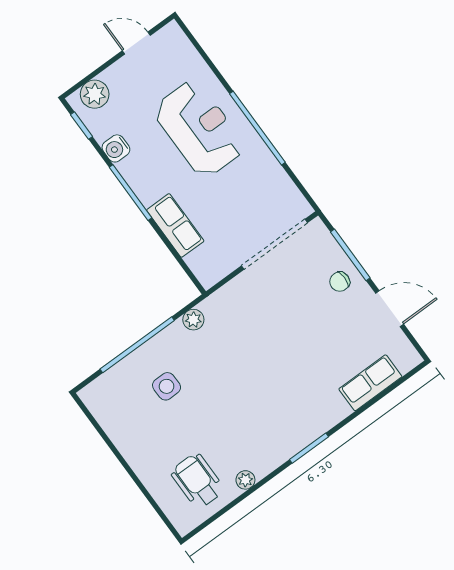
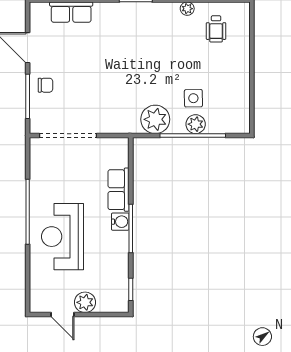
plant: (95, 94) -> (85, 302), moved
water cooler: (116, 148) -> (120, 222), moved
plant: (193, 320) -> (155, 119), width x1.88, depth x1.88
plant: (143, 360) -> (196, 124), added
wheelchair: (197, 481) -> (216, 29), width x0.73, depth x0.73

